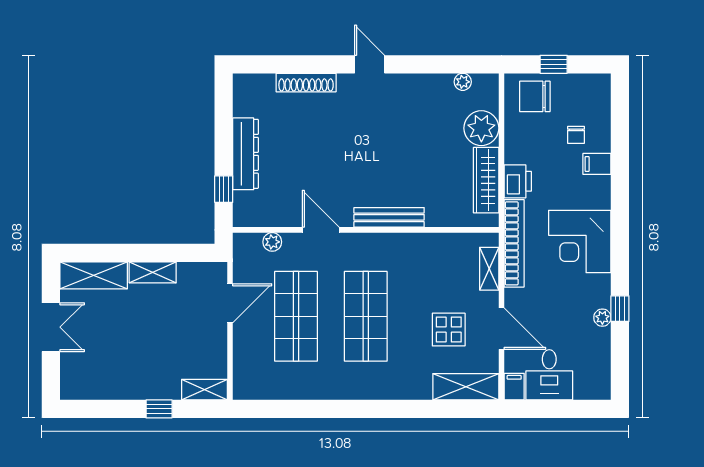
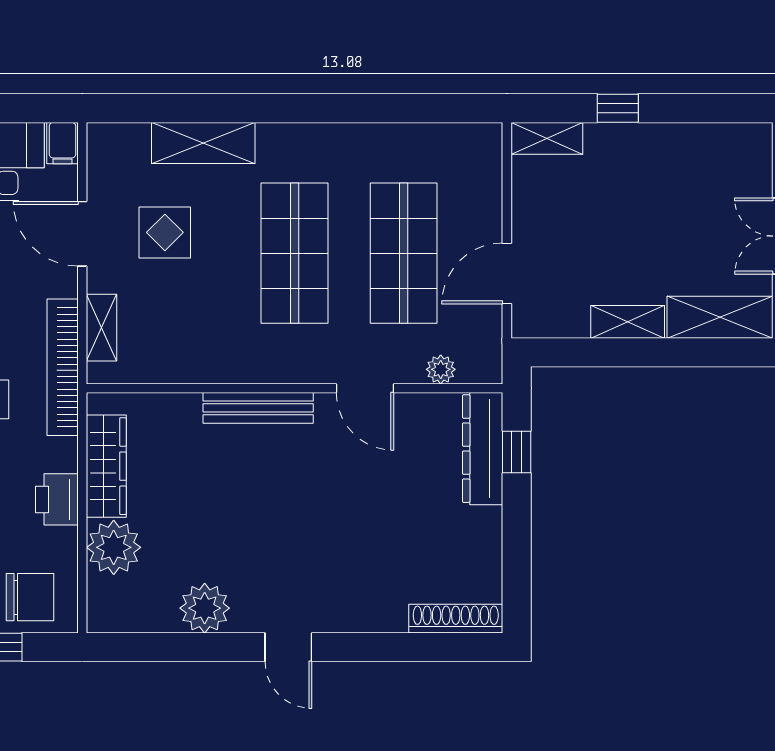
plant: (463, 82) -> (205, 608), moved, width x1.88, depth x1.88
shoe rack: (306, 83) -> (456, 619), moved
dresser: (245, 154) -> (483, 449), moved
printer: (518, 181) -> (57, 499), moved
shelving: (466, 387) -> (203, 143), moved

